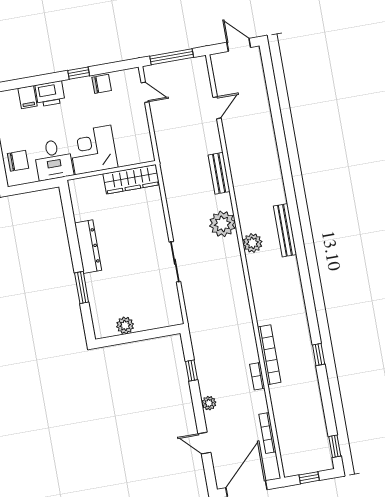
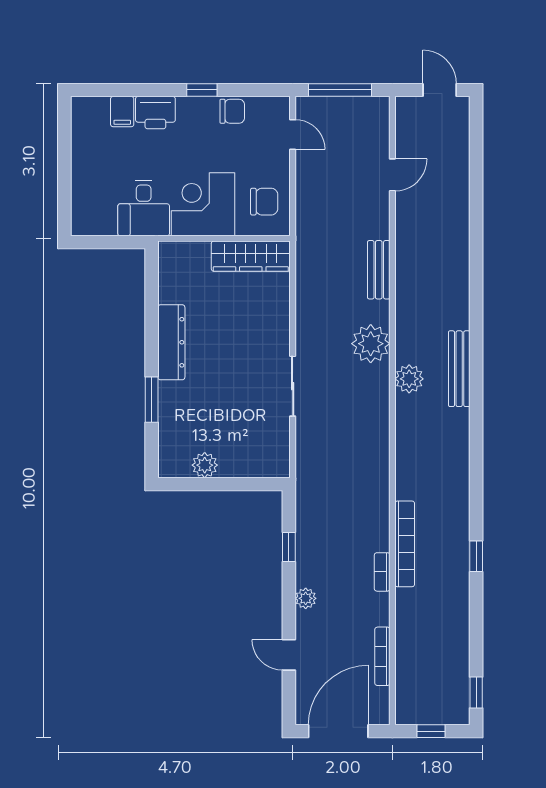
chair: (18, 161) -> (264, 202), moved

